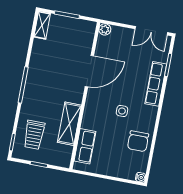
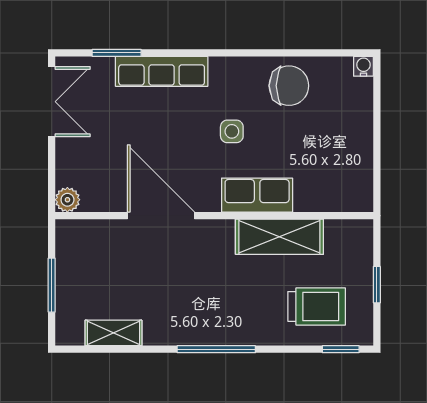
shelving: (42, 25) -> (113, 333), moved
row of seats: (85, 146) -> (257, 195), moved

